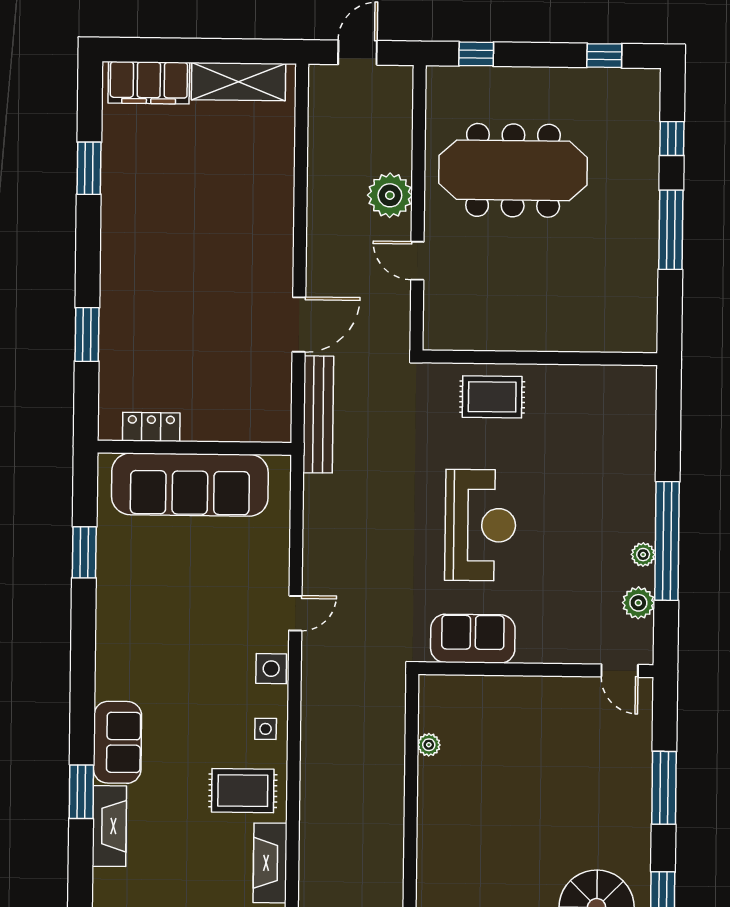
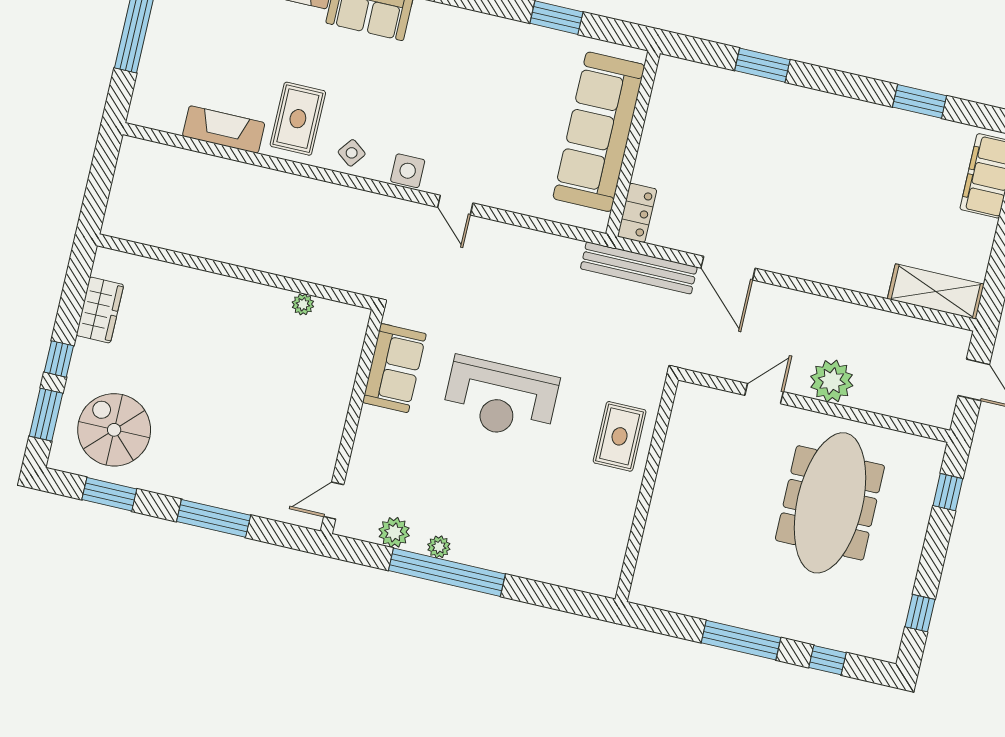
shelving: (239, 82) -> (936, 292), moved, turned 90
locker: (151, 427) -> (637, 213), moved
side table: (266, 729) -> (352, 153), turned 37

